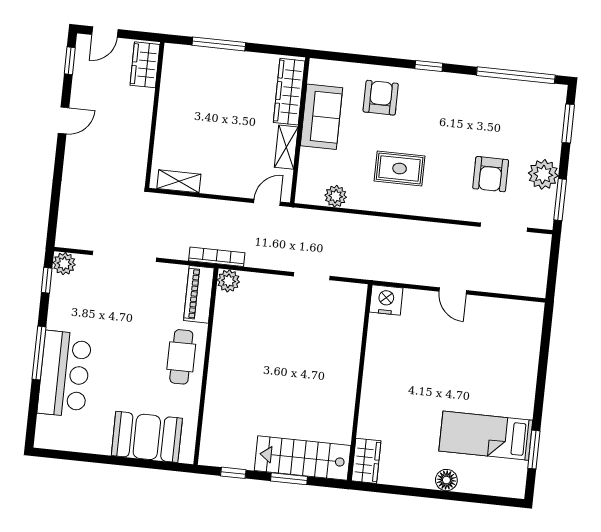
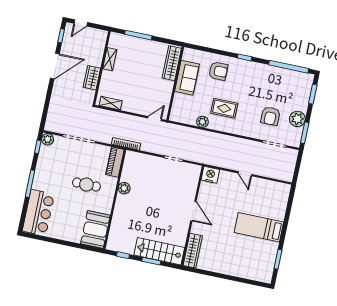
wardrobe: (145, 65) -> (92, 78), moved
armchair: (381, 98) -> (218, 71), turned 90
door: (63, 120) -> (55, 66), width x1.87
shelving: (286, 147) -> (110, 59), moved
plant: (336, 196) -> (202, 122), moved
plant: (228, 281) -> (124, 188), moved
cafe table: (181, 357) -> (86, 185), moved, turned 90
bar counter: (65, 374) -> (38, 213), moved
door: (361, 374) -> (193, 211), added
bed: (486, 436) -> (259, 227), moved
booth: (147, 437) -> (95, 230), moved, turned 90
wardrobe: (366, 461) -> (193, 251), width x1.50
floor lamp: (446, 480) -> (232, 270), removed

